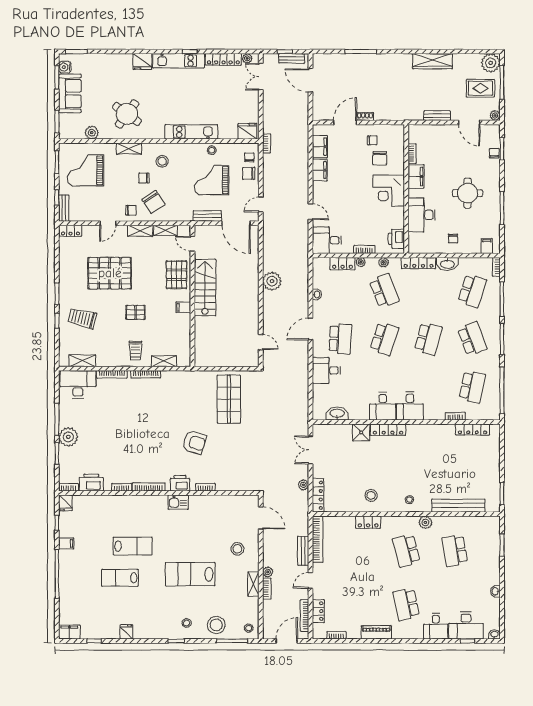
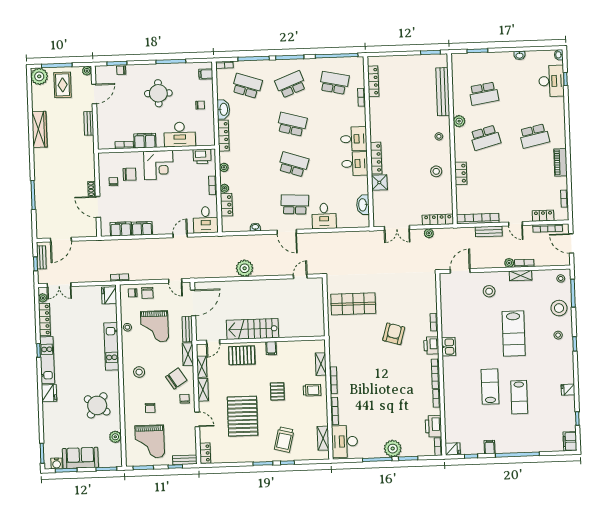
shelving: (129, 149) -> (188, 354), moved
chair: (144, 178) -> (150, 408), moved
school desk: (384, 291) -> (250, 166), removed
desk: (436, 626) -> (553, 108), removed

